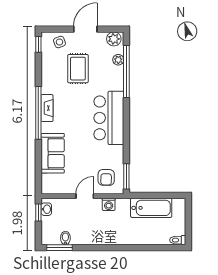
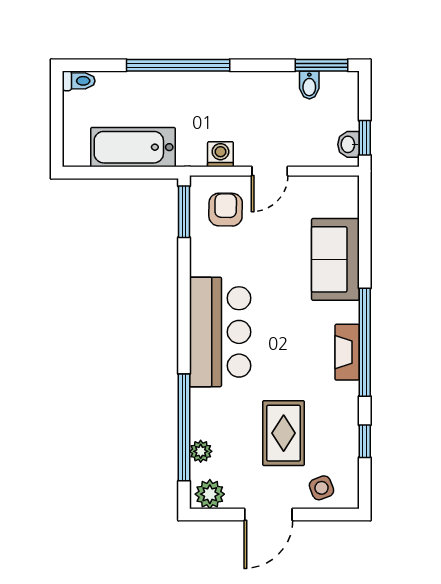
window: (38, 44) -> (365, 441), moved
window: (129, 248) -> (178, 65), added

